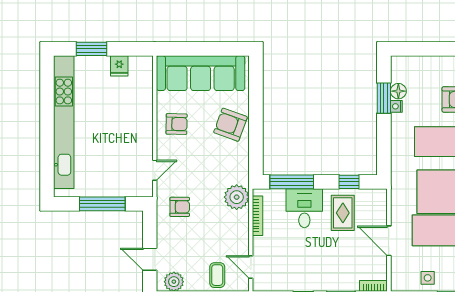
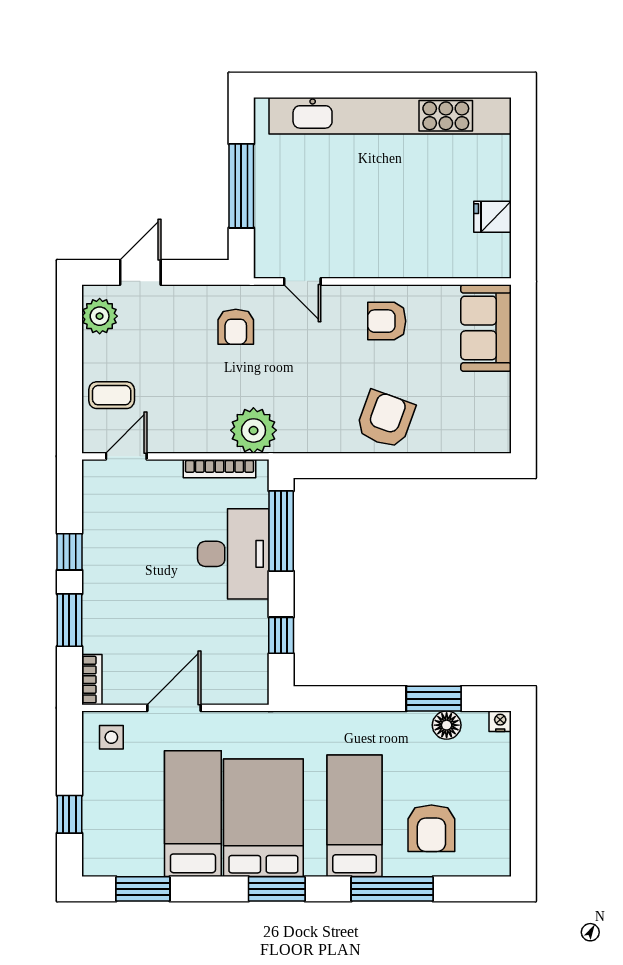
window: (91, 49) -> (523, 166), removed
sofa: (201, 73) -> (486, 328), width x0.54, depth x0.79
nightstand: (396, 106) -> (500, 721), moved
armchair: (177, 124) -> (387, 321), turned 89
desk: (304, 208) -> (233, 554), width x1.37
rug: (343, 213) -> (225, 624), removed
side table: (428, 278) -> (111, 737), moved

